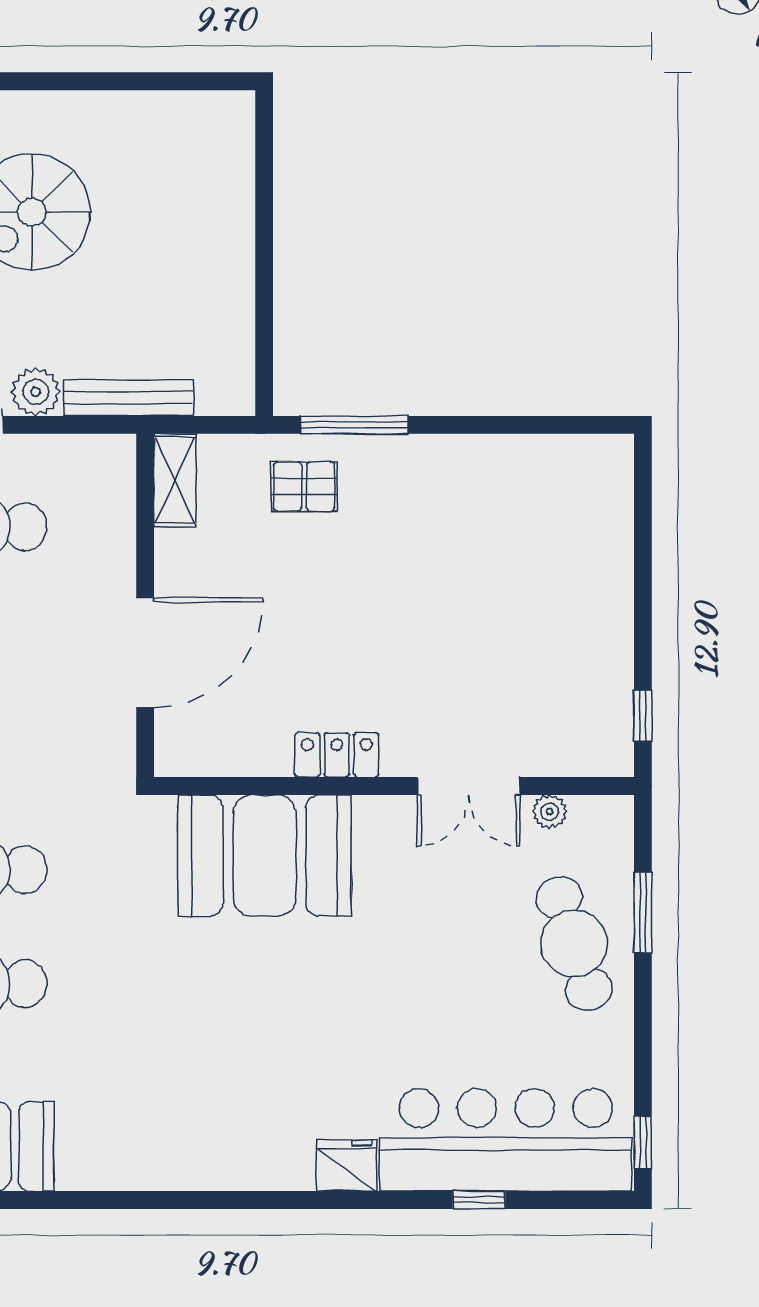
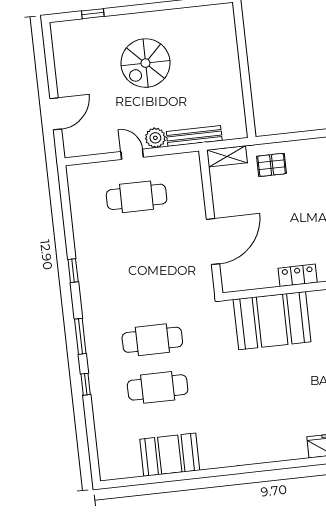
window: (354, 425) -> (290, 137), removed
shelving: (175, 480) -> (227, 156), moved, turned 90

